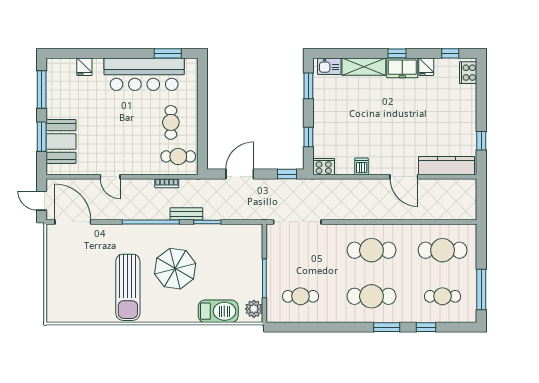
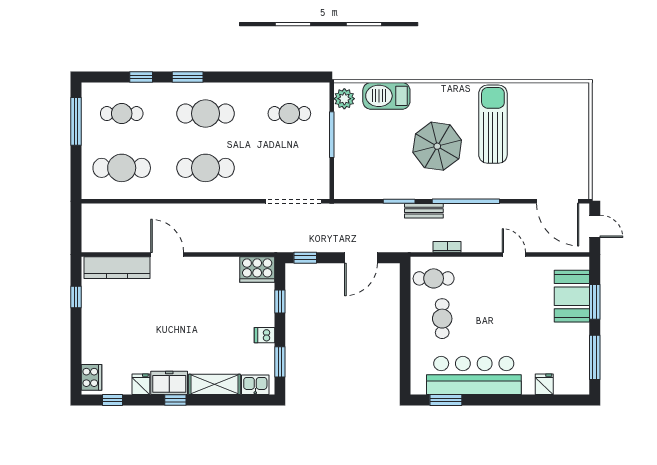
dishwasher: (362, 166) -> (265, 335), moved, turned 90
cooker: (324, 167) -> (257, 269), width x1.37, depth x1.31

